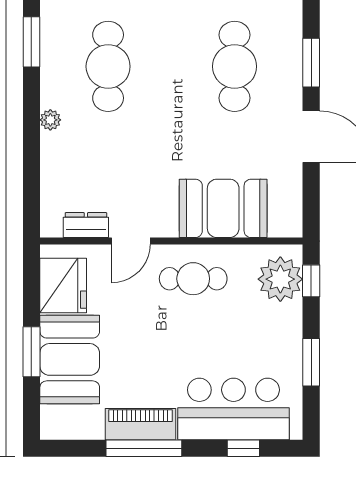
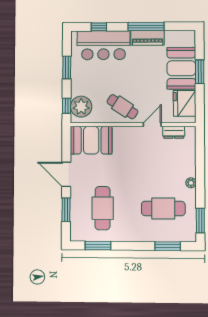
cafe table: (108, 66) -> (163, 208), turned 90
booth: (223, 208) -> (91, 140), moved
cafe table: (193, 279) -> (122, 107), turned 33

